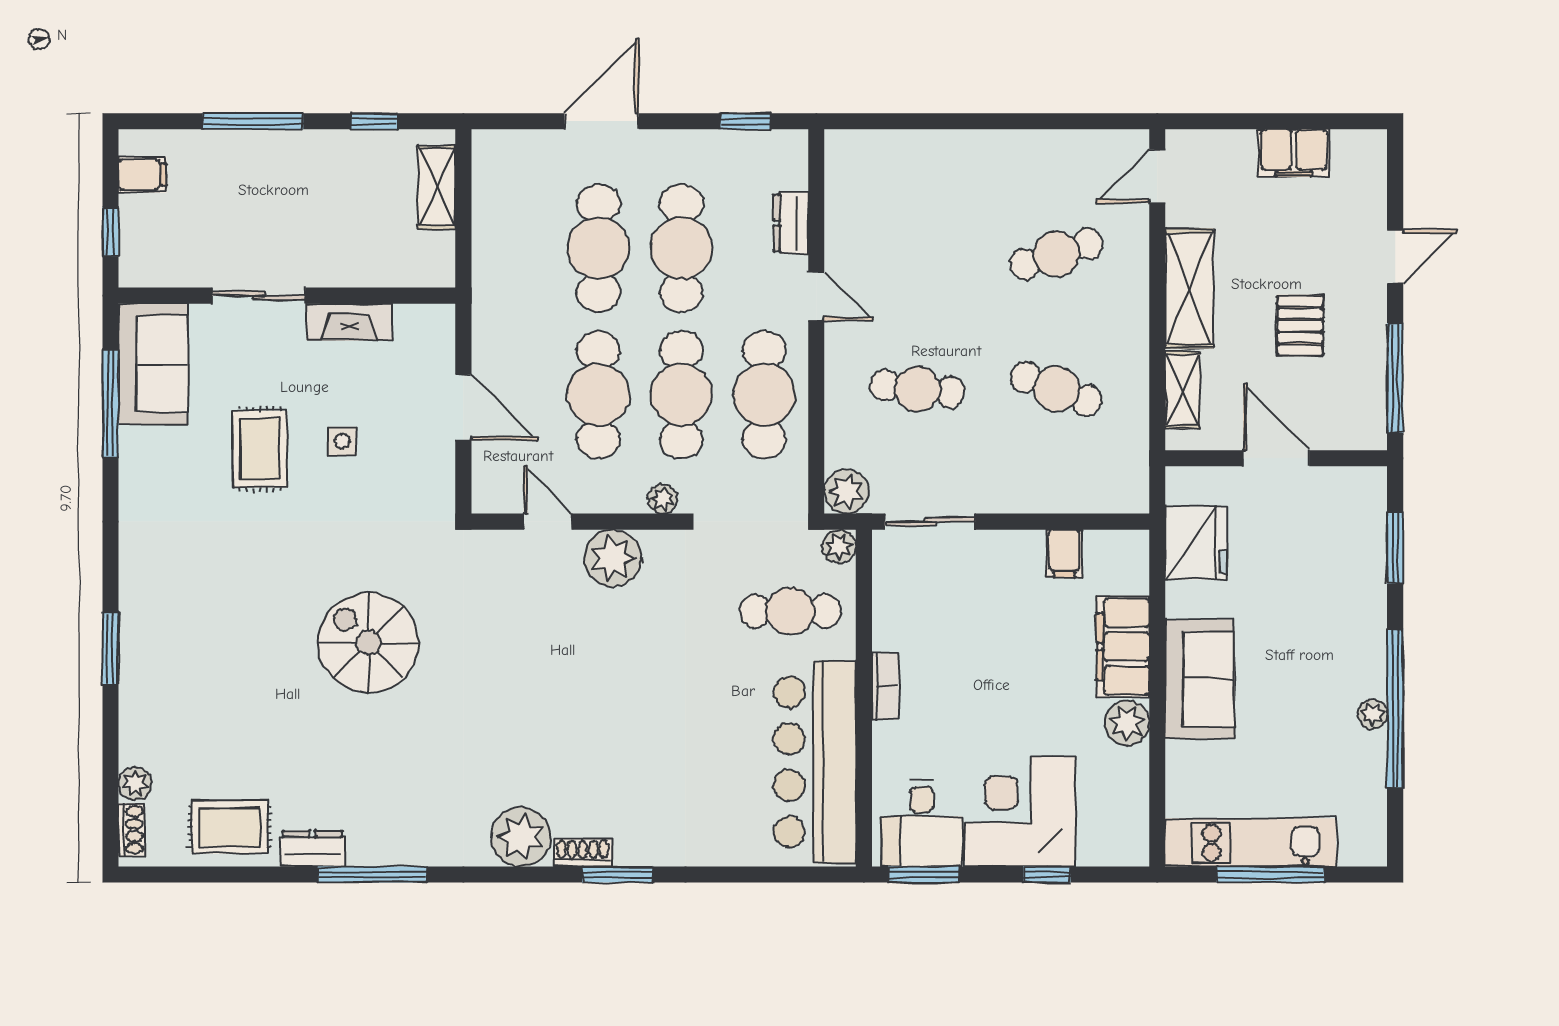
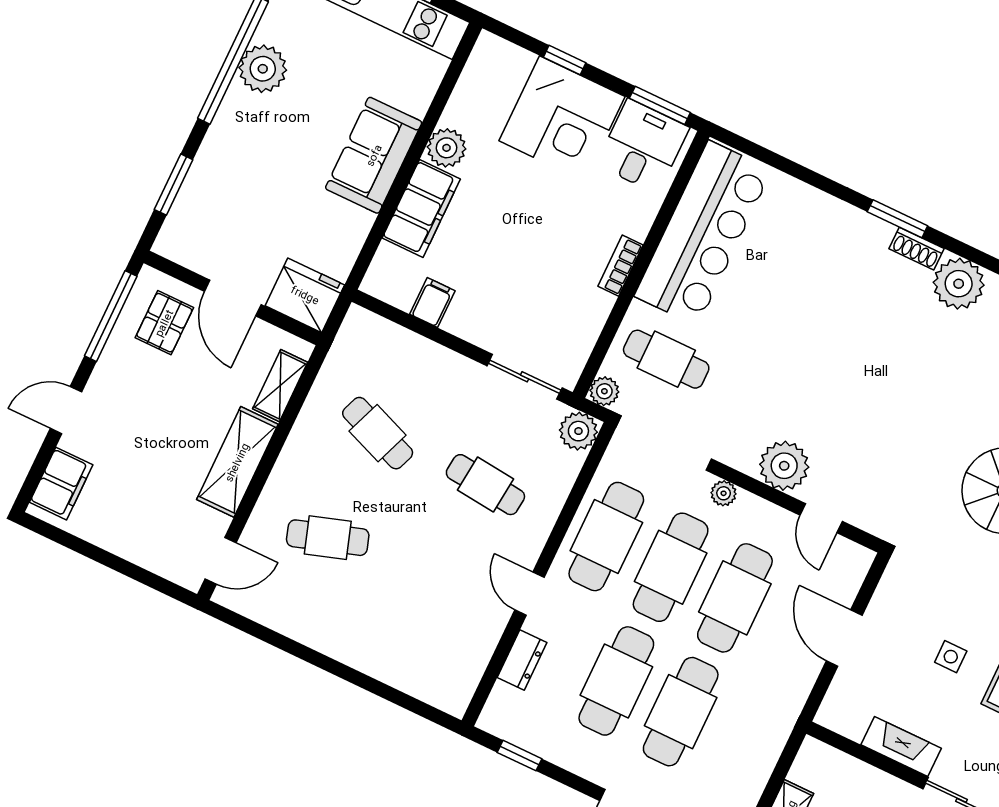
filing cabinet: (1294, 153) -> (61, 484), moved, turned 90
pallet: (1300, 325) -> (164, 323), moved
fridge: (1196, 543) -> (305, 295), moved, turned 90
plant: (1372, 714) -> (263, 69), width x1.87, depth x1.87

